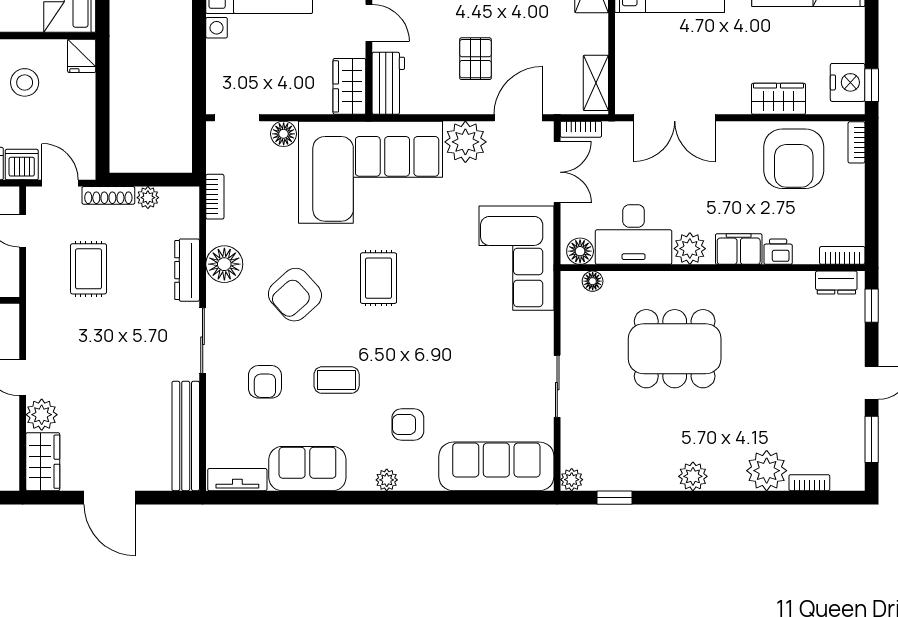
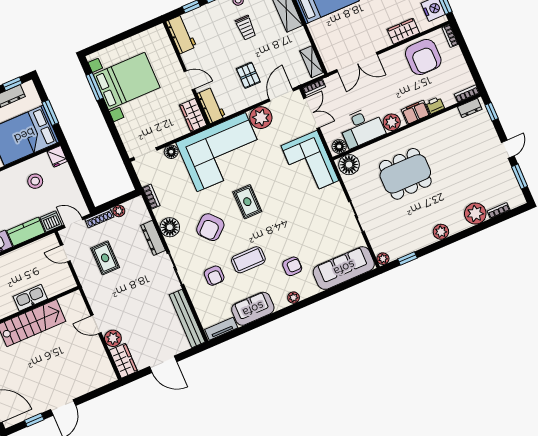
floor lamp: (593, 281) -> (349, 165), width x1.89, depth x1.89
coffee table: (337, 380) -> (248, 260), width x1.36, depth x1.30
armchair: (408, 424) -> (292, 266), turned 180

